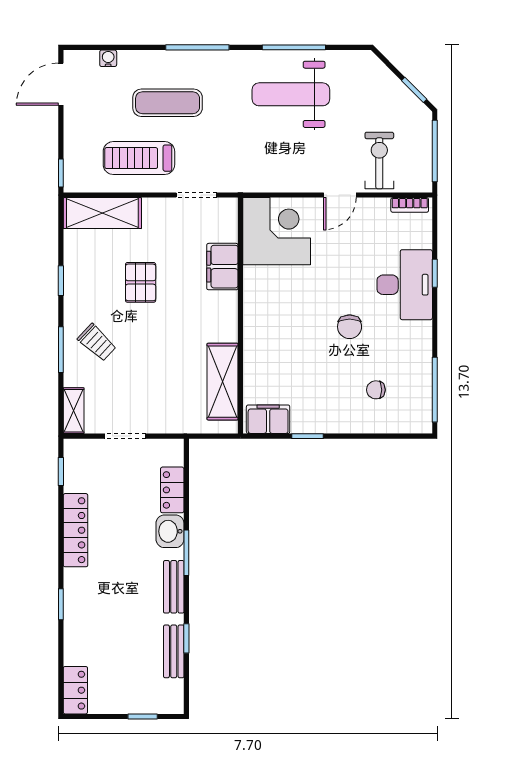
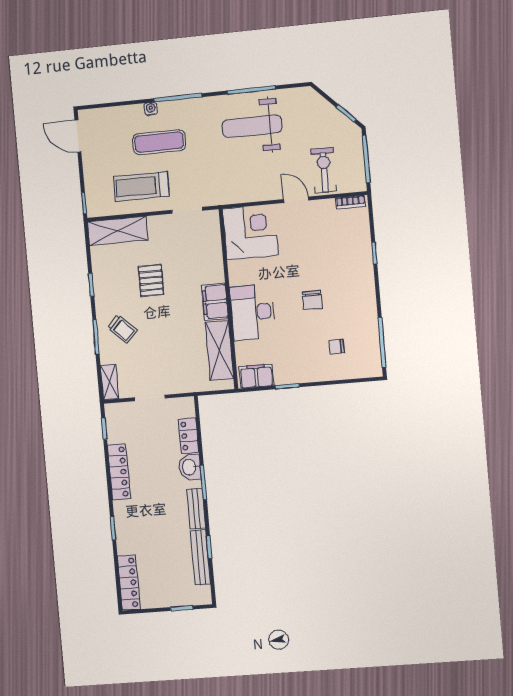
water cooler: (108, 58) -> (151, 109), moved
door: (61, 84) -> (78, 136), hinge flipped
door: (340, 195) -> (296, 200), swing flipped
filing cabinet: (222, 267) -> (215, 302), moved
desk: (405, 285) -> (253, 312), moved, turned 180
bench: (174, 651) -> (201, 558), width x1.36
locker: (75, 690) -> (129, 583), width x1.53

